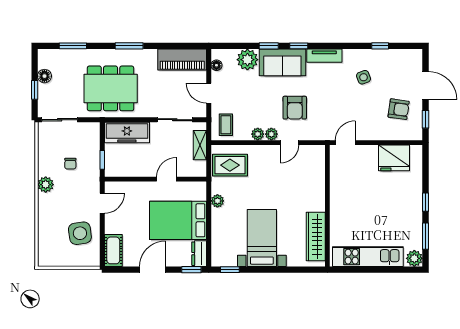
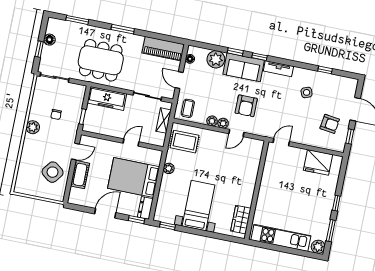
side table: (80, 233) -> (53, 172), turned 45
wardrobe: (316, 237) -> (241, 220), width x0.67
cot: (113, 250) -> (80, 175), moved

